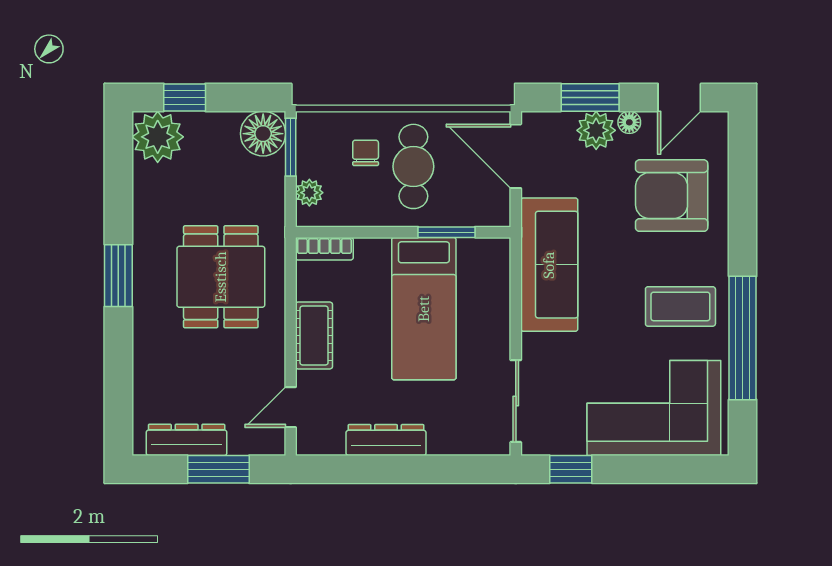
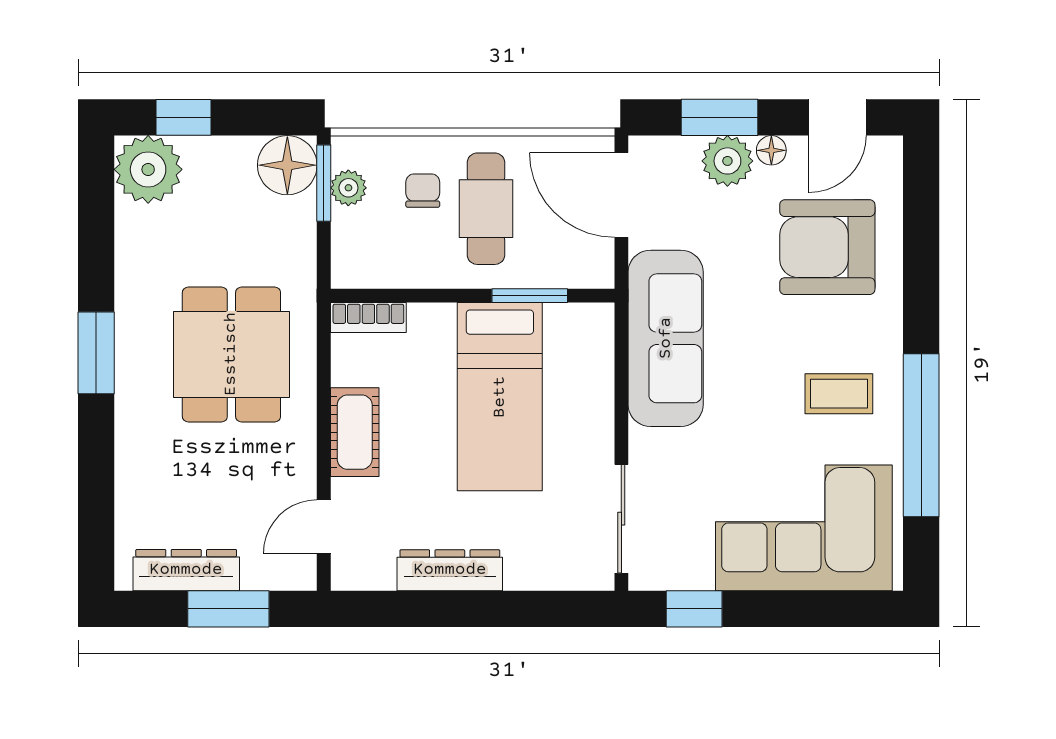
plant: (309, 193) -> (348, 188), moved
coffee table: (680, 306) -> (839, 394), width x0.73, depth x0.77

